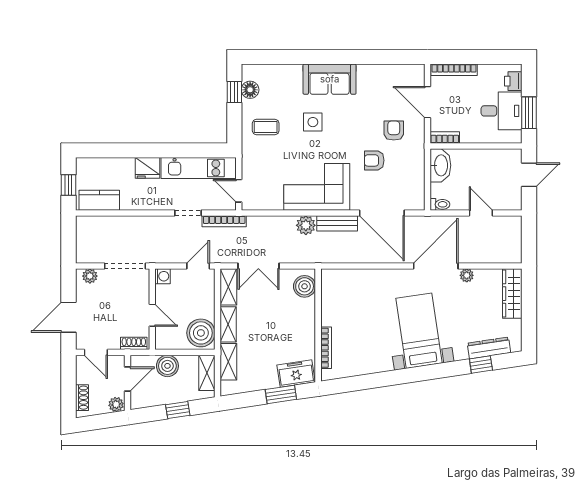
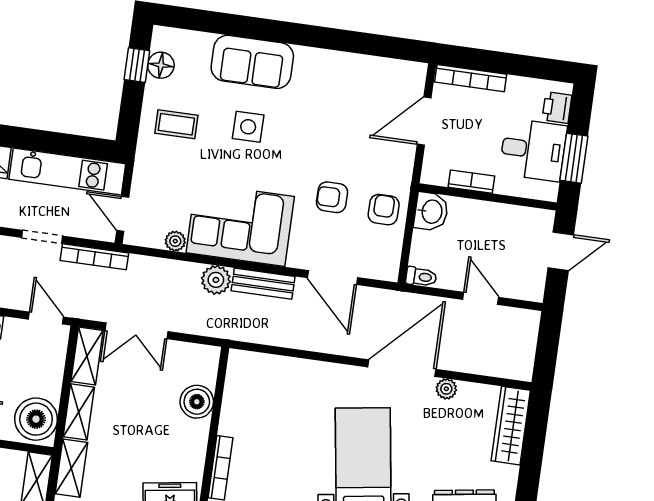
sofa: (330, 79) -> (252, 62), moved
door: (428, 102) -> (424, 121), hinge flipped
armchair: (394, 131) -> (384, 210), moved
bookcase: (445, 137) -> (471, 182), moved
washbasin: (440, 165) -> (431, 212), width x0.72
plant: (276, 204) -> (175, 241), added
door: (382, 213) -> (332, 278), width x0.73
door: (198, 266) -> (46, 318), hinge flipped
boiler: (305, 286) -> (197, 402), moved

